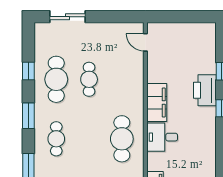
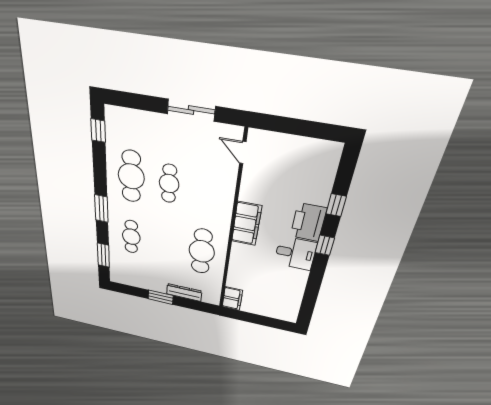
sliding door: (68, 17) -> (191, 110), moved
window: (28, 71) -> (98, 131), moved
desk: (162, 137) -> (295, 253), moved, turned 180

